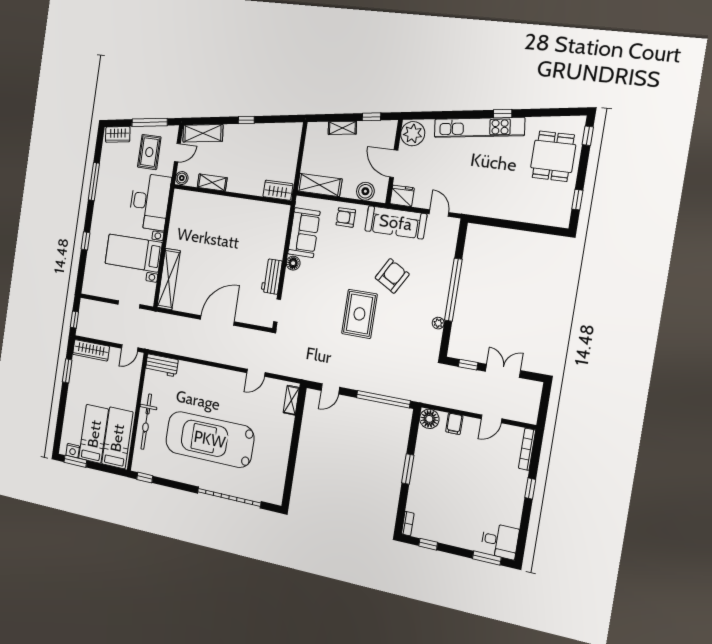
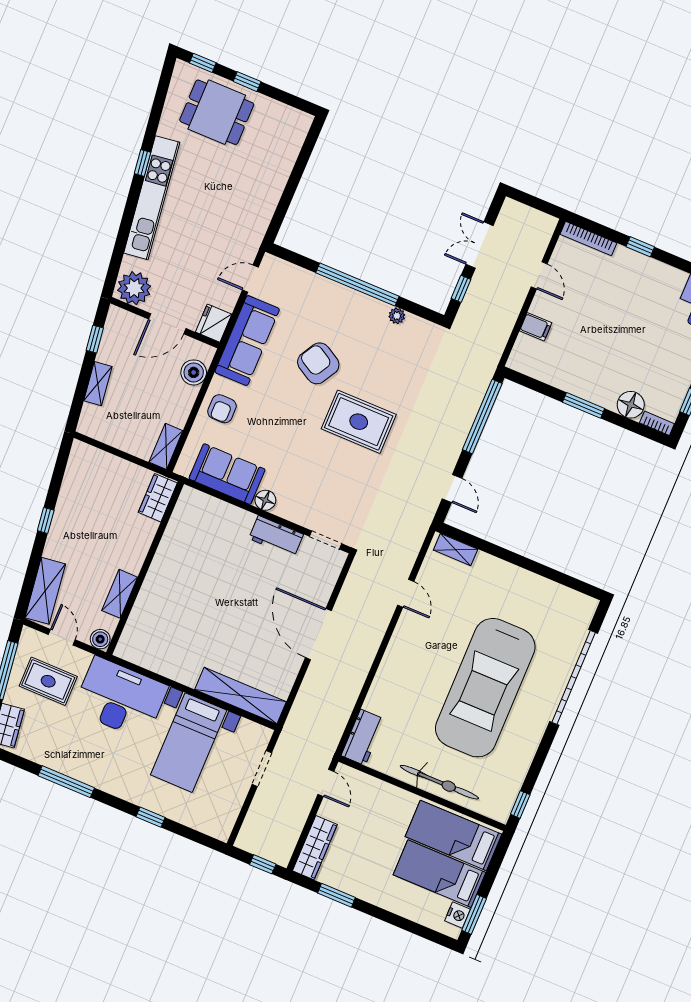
shelving: (319, 185) -> (166, 446), width x0.67, depth x0.75
window: (577, 200) -> (247, 82), moved
floor lamp: (429, 419) -> (631, 405), moved

